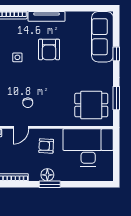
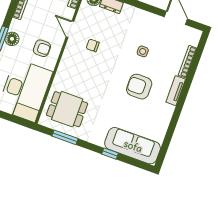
tv unit: (47, 16) -> (176, 91), width x0.71
dining table: (91, 105) -> (67, 109), turned 90
armchair: (46, 146) -> (42, 48), turned 87

